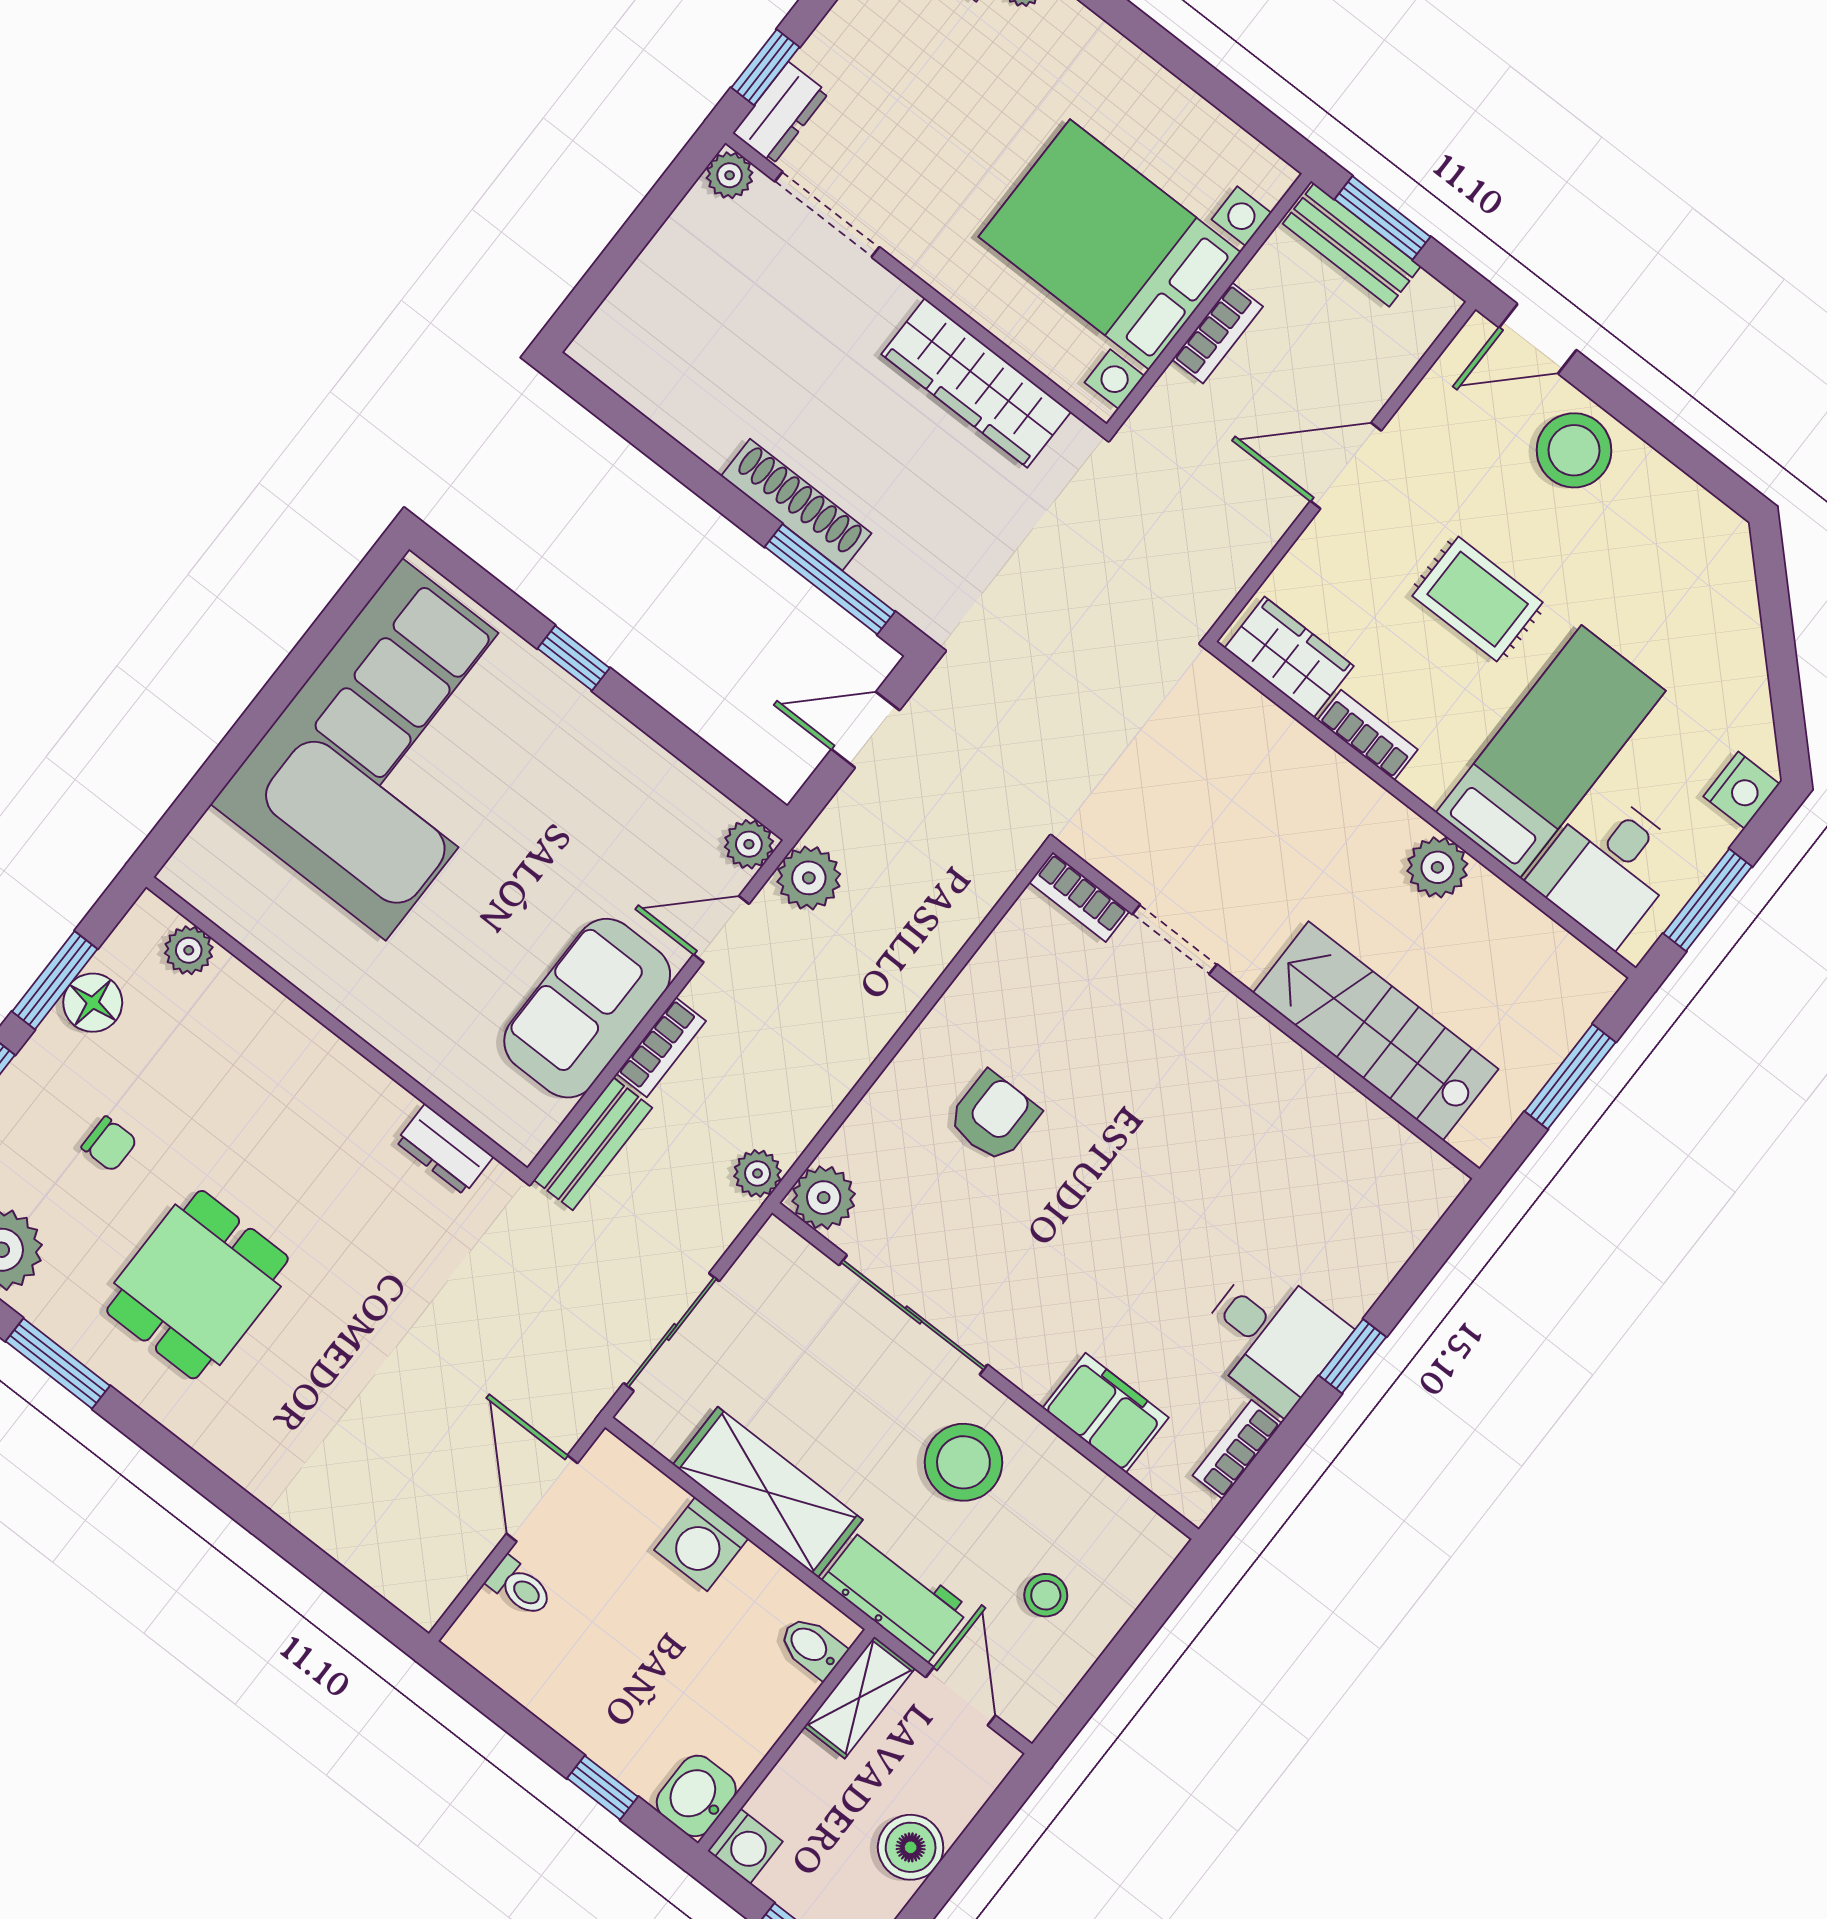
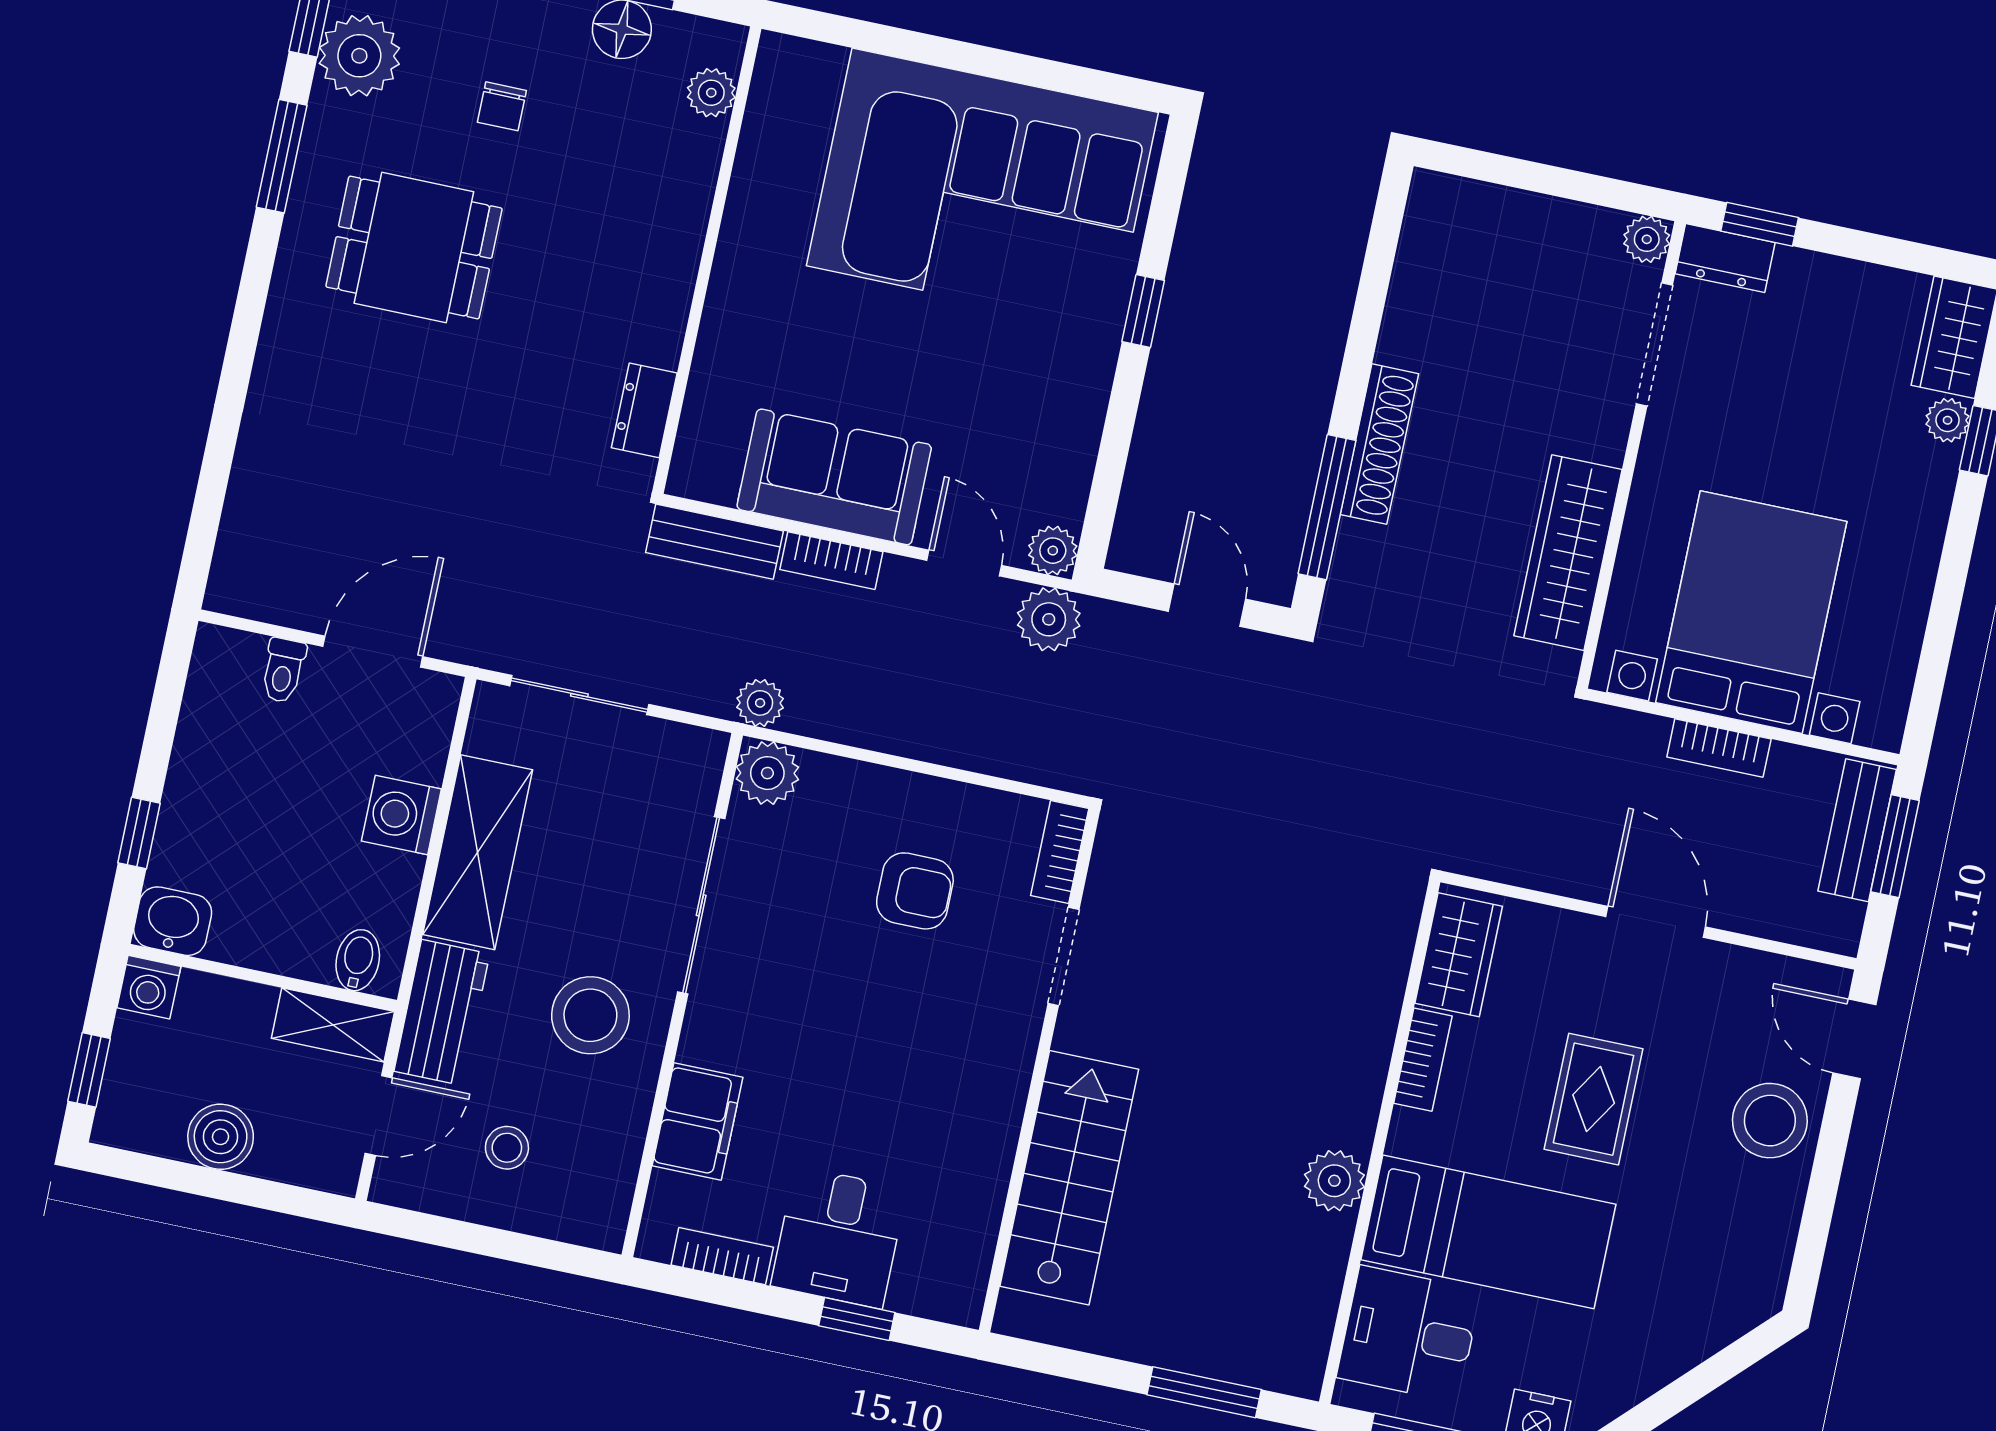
bookcase: (1079, 897) -> (1060, 852), moved
doorway: (1175, 939) -> (1063, 956), moved
wall: (1266, 1011) -> (1039, 1070), moved
stairs: (1376, 1031) -> (1069, 1178), moved

